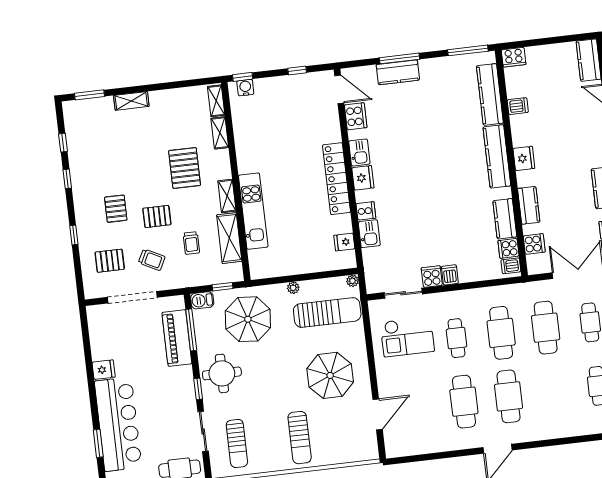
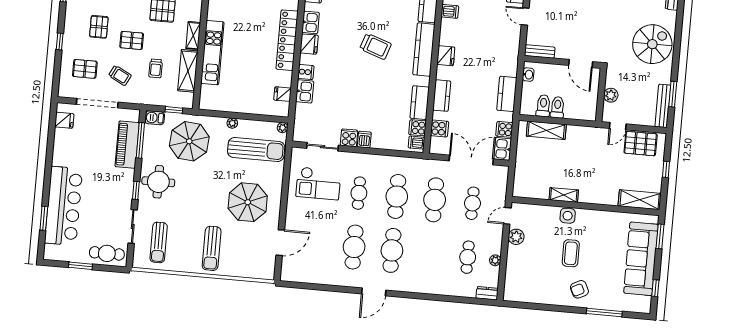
trolley: (440, 164) -> (376, 46), added
fridge: (104, 370) -> (64, 120), moved

